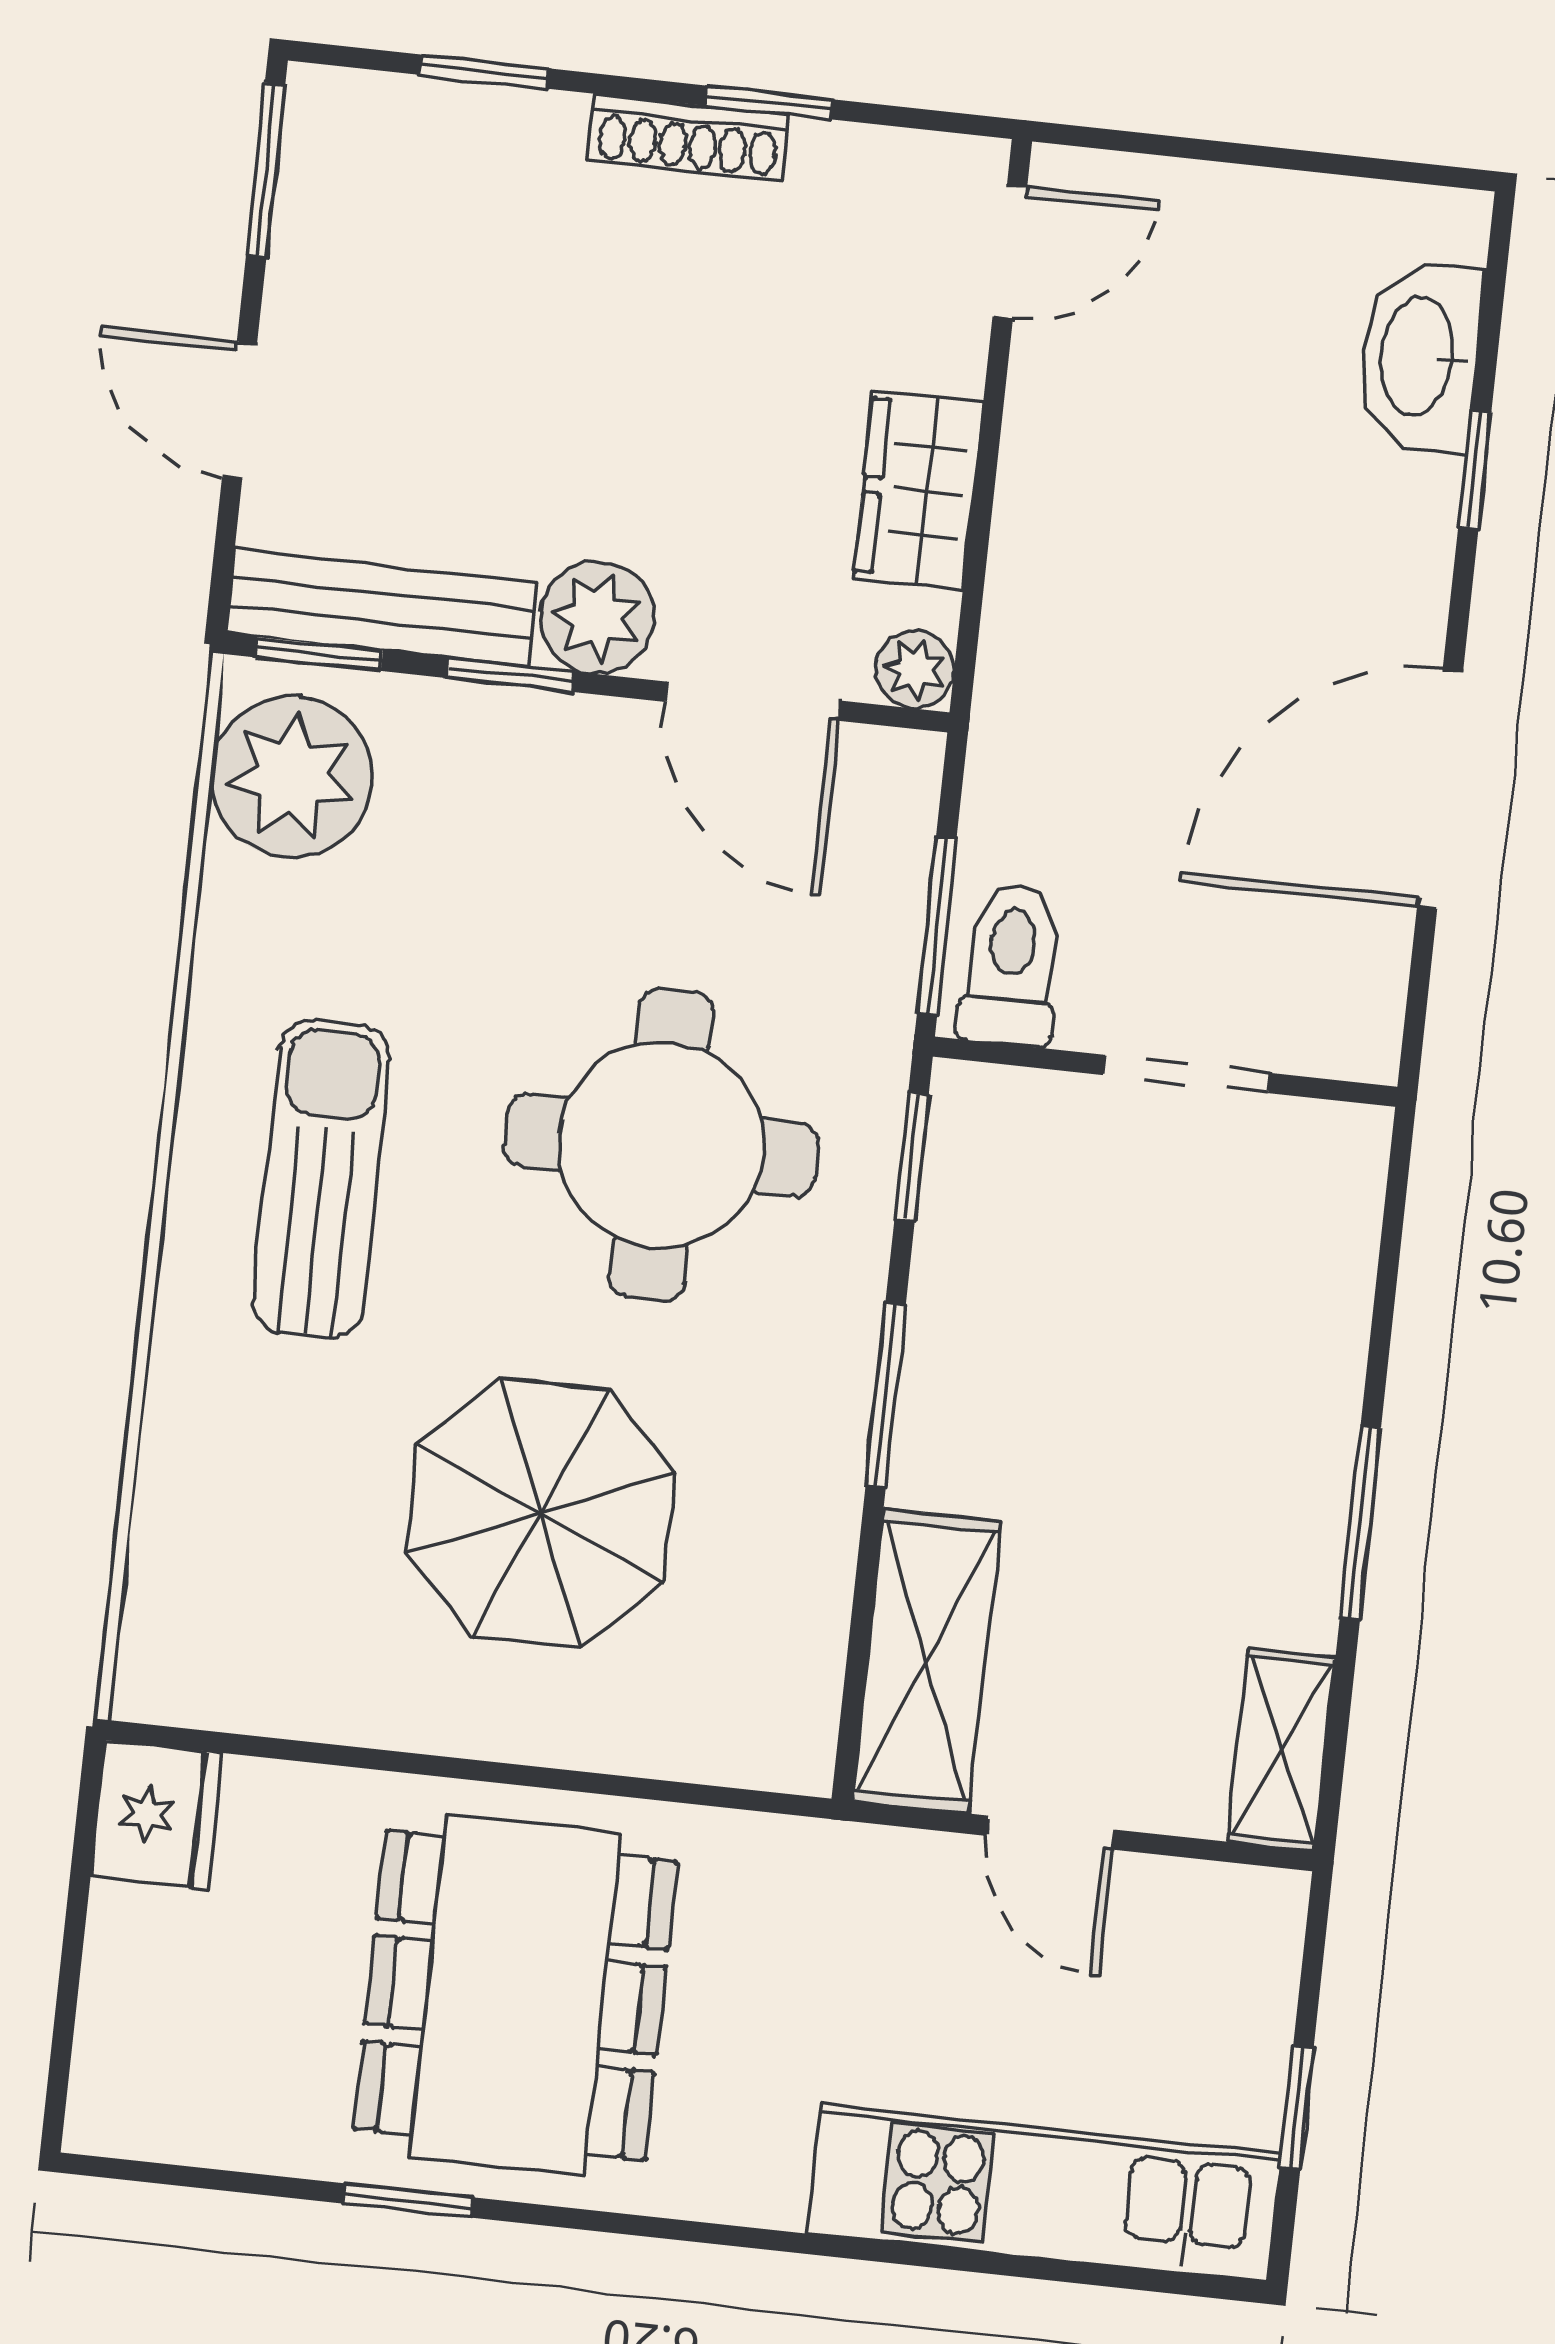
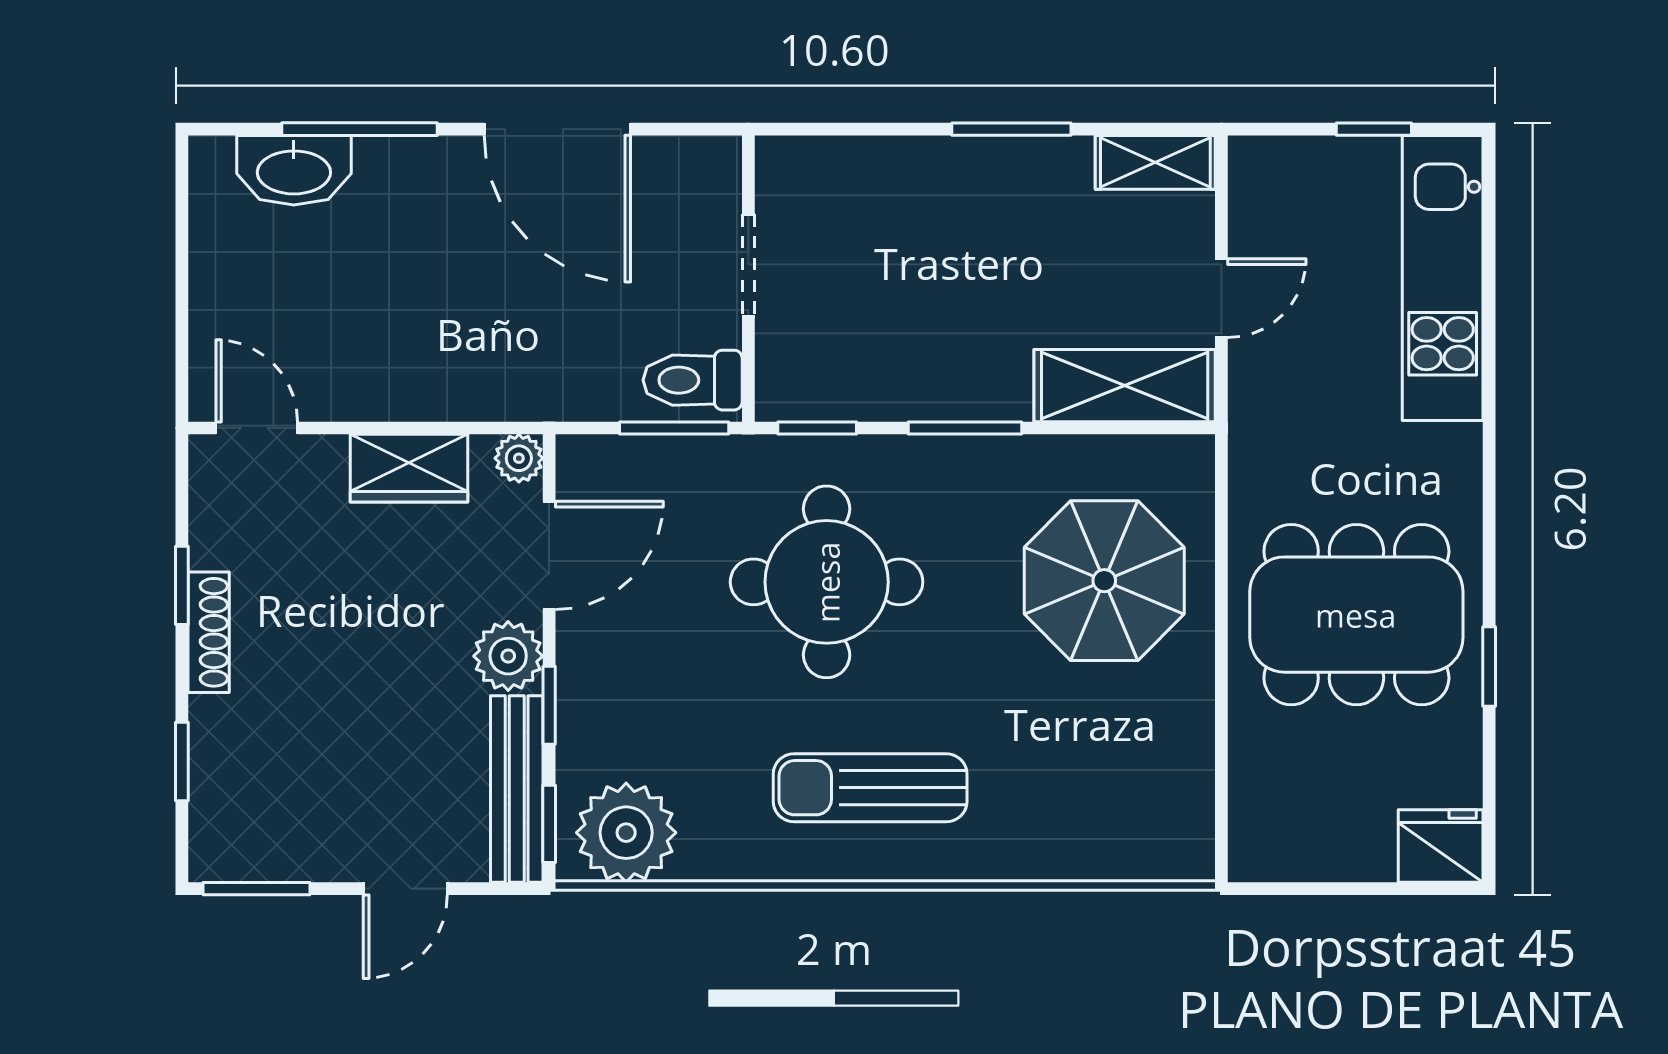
window: (1475, 470) -> (360, 129), width x2.17
parasol: (540, 1513) -> (1104, 581), moved
fridge: (157, 1815) -> (1441, 846), moved

